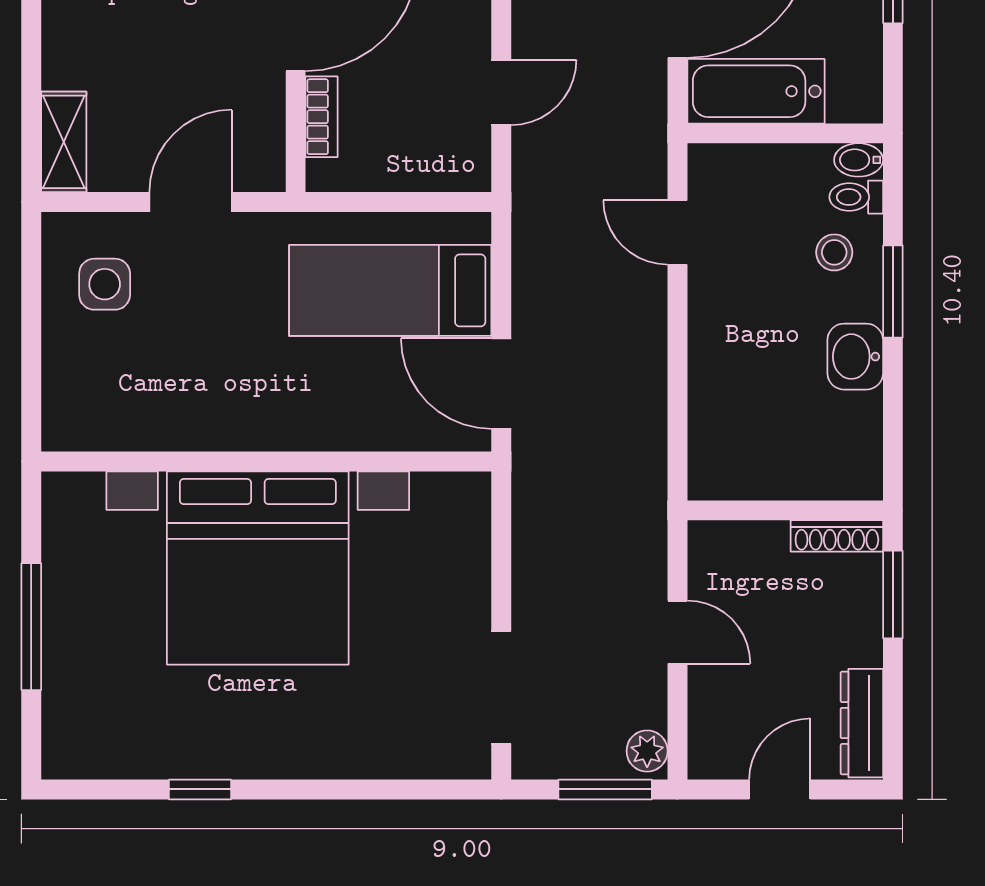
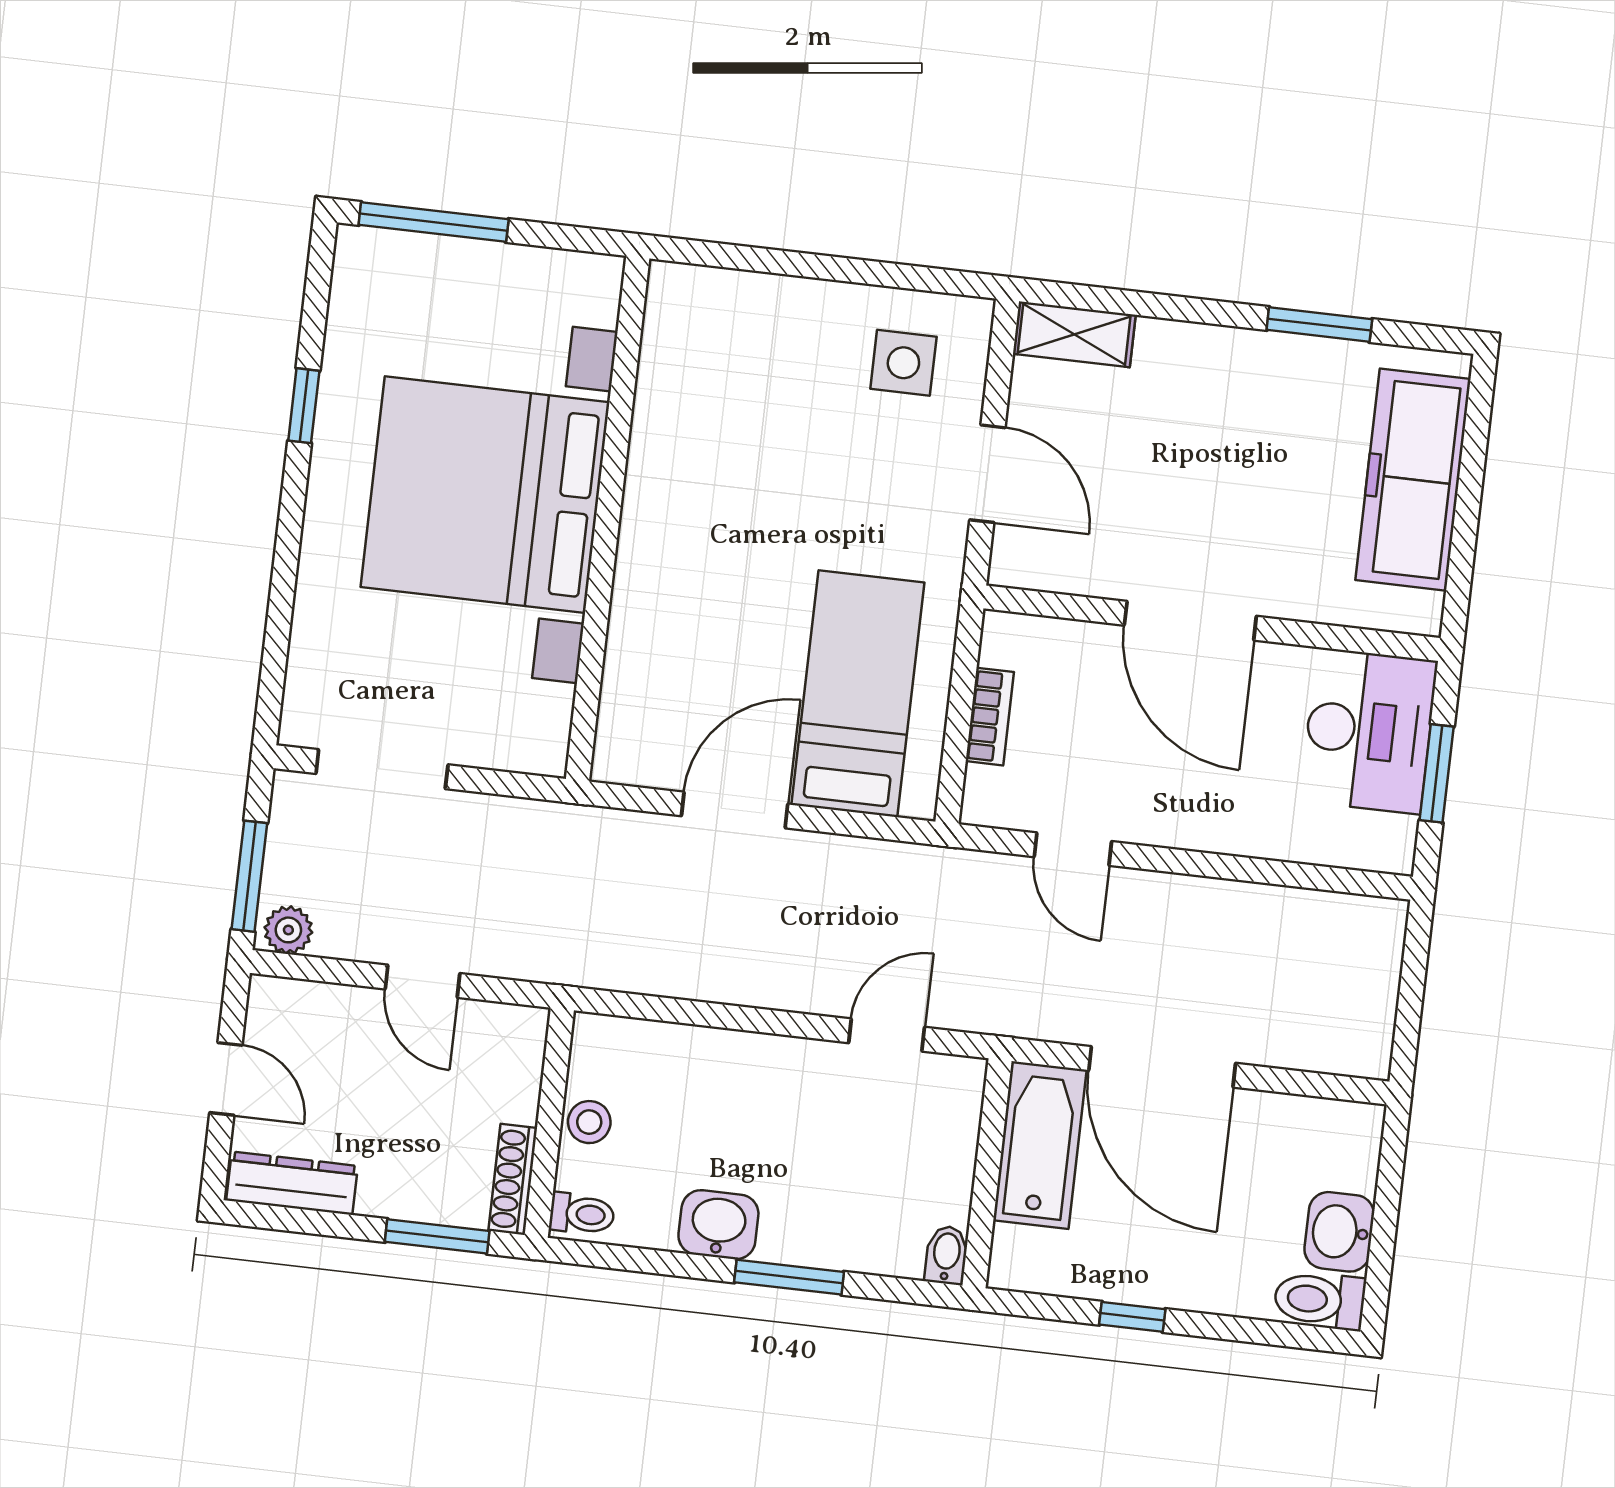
bookcase: (322, 117) -> (990, 717), moved, turned -90
toilet: (856, 197) -> (582, 1214), moved, turned 90
stool: (834, 252) -> (589, 1122), moved
wall: (266, 461) -> (608, 519), moved
bed with nightstands: (258, 568) -> (485, 495), moved
window: (31, 627) -> (434, 222), moved
door: (677, 632) -> (423, 981), hinge flipped

